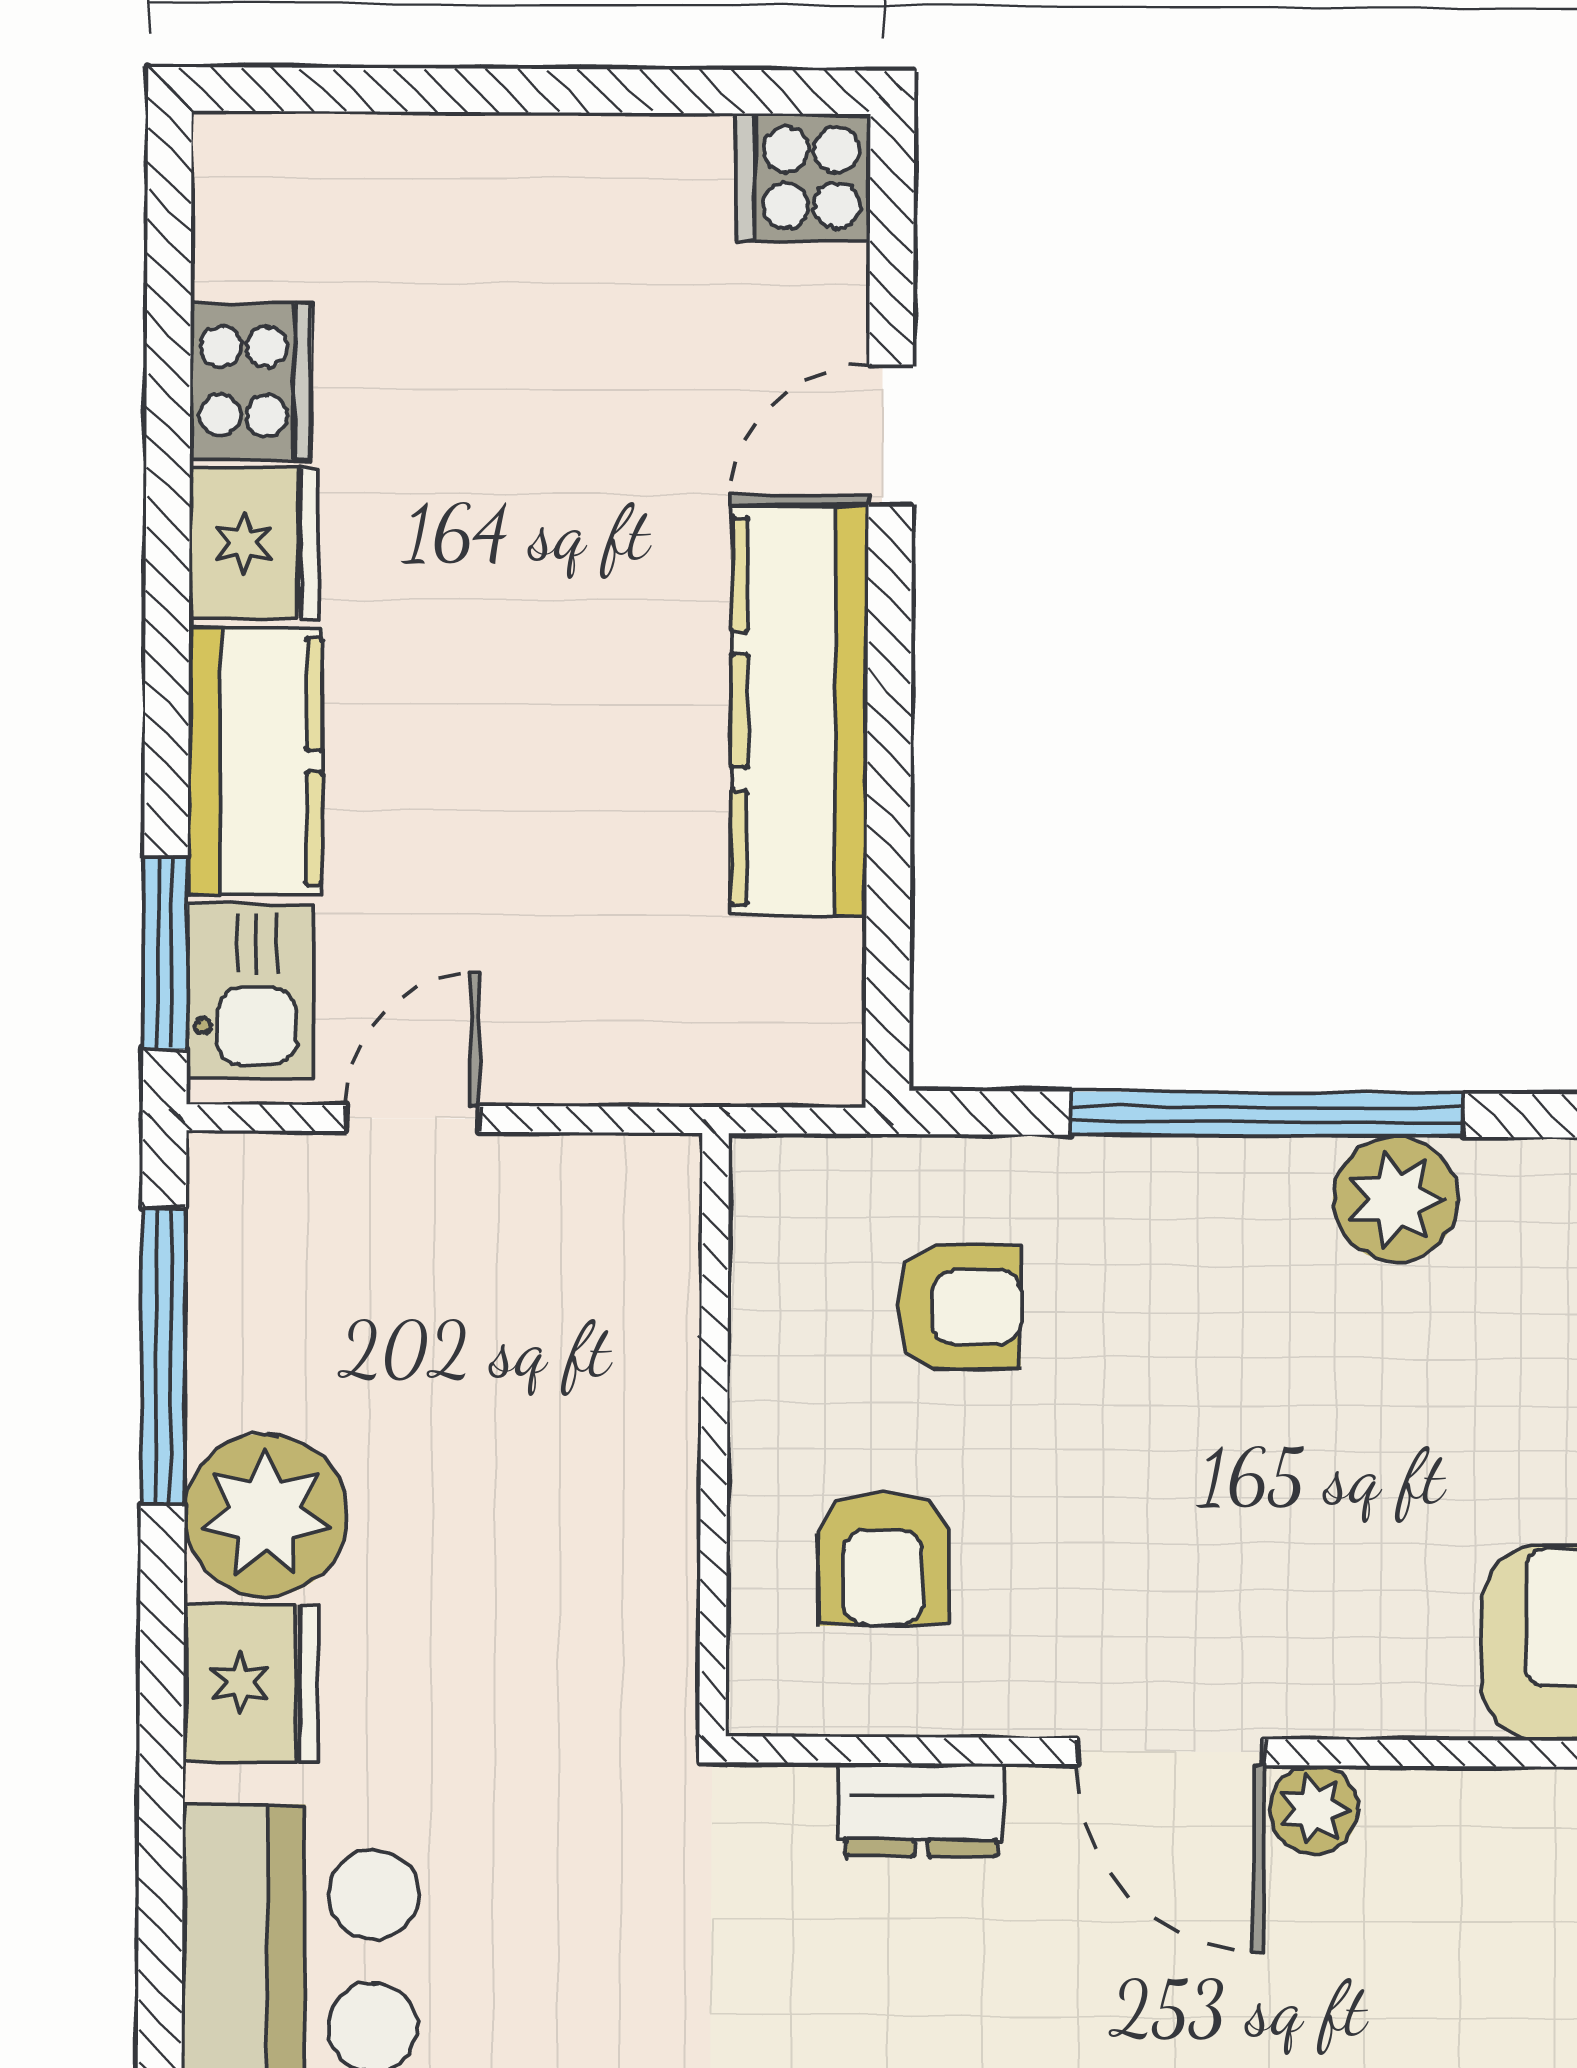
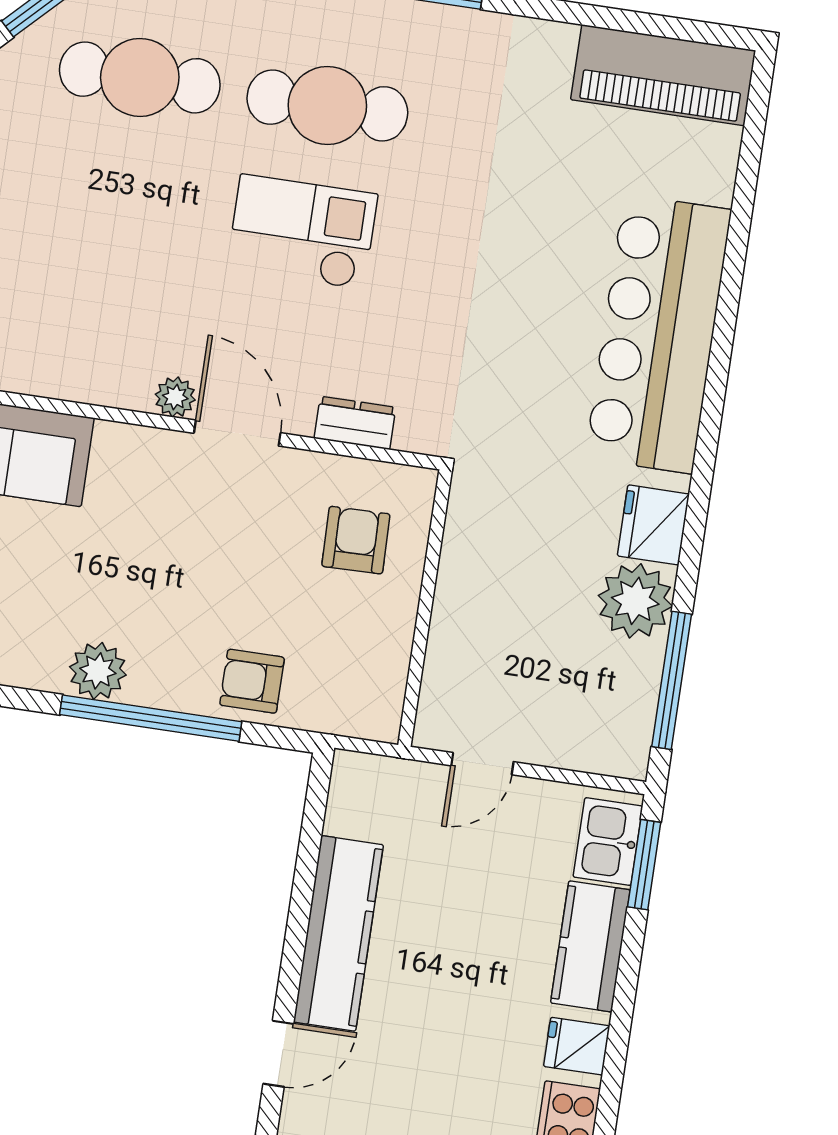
fridge: (254, 543) -> (577, 1046), width x0.72
door: (412, 1118) -> (482, 764), moved
armchair: (959, 1307) -> (252, 681), moved

